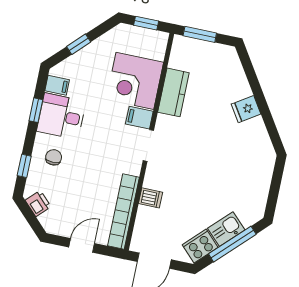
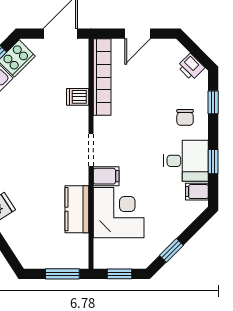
window: (79, 44) -> (171, 250), moved

